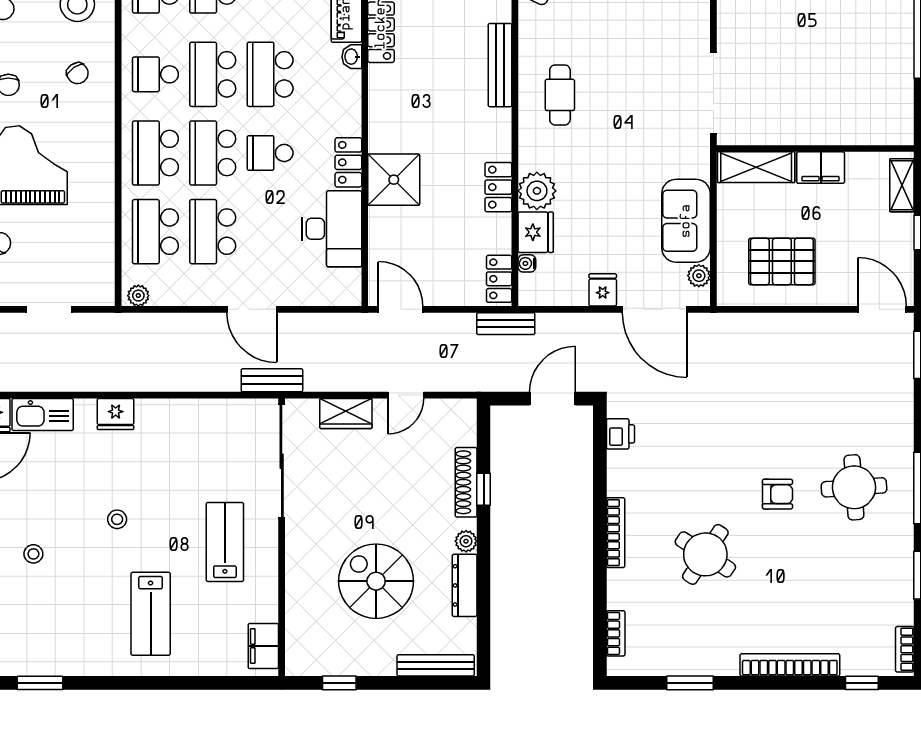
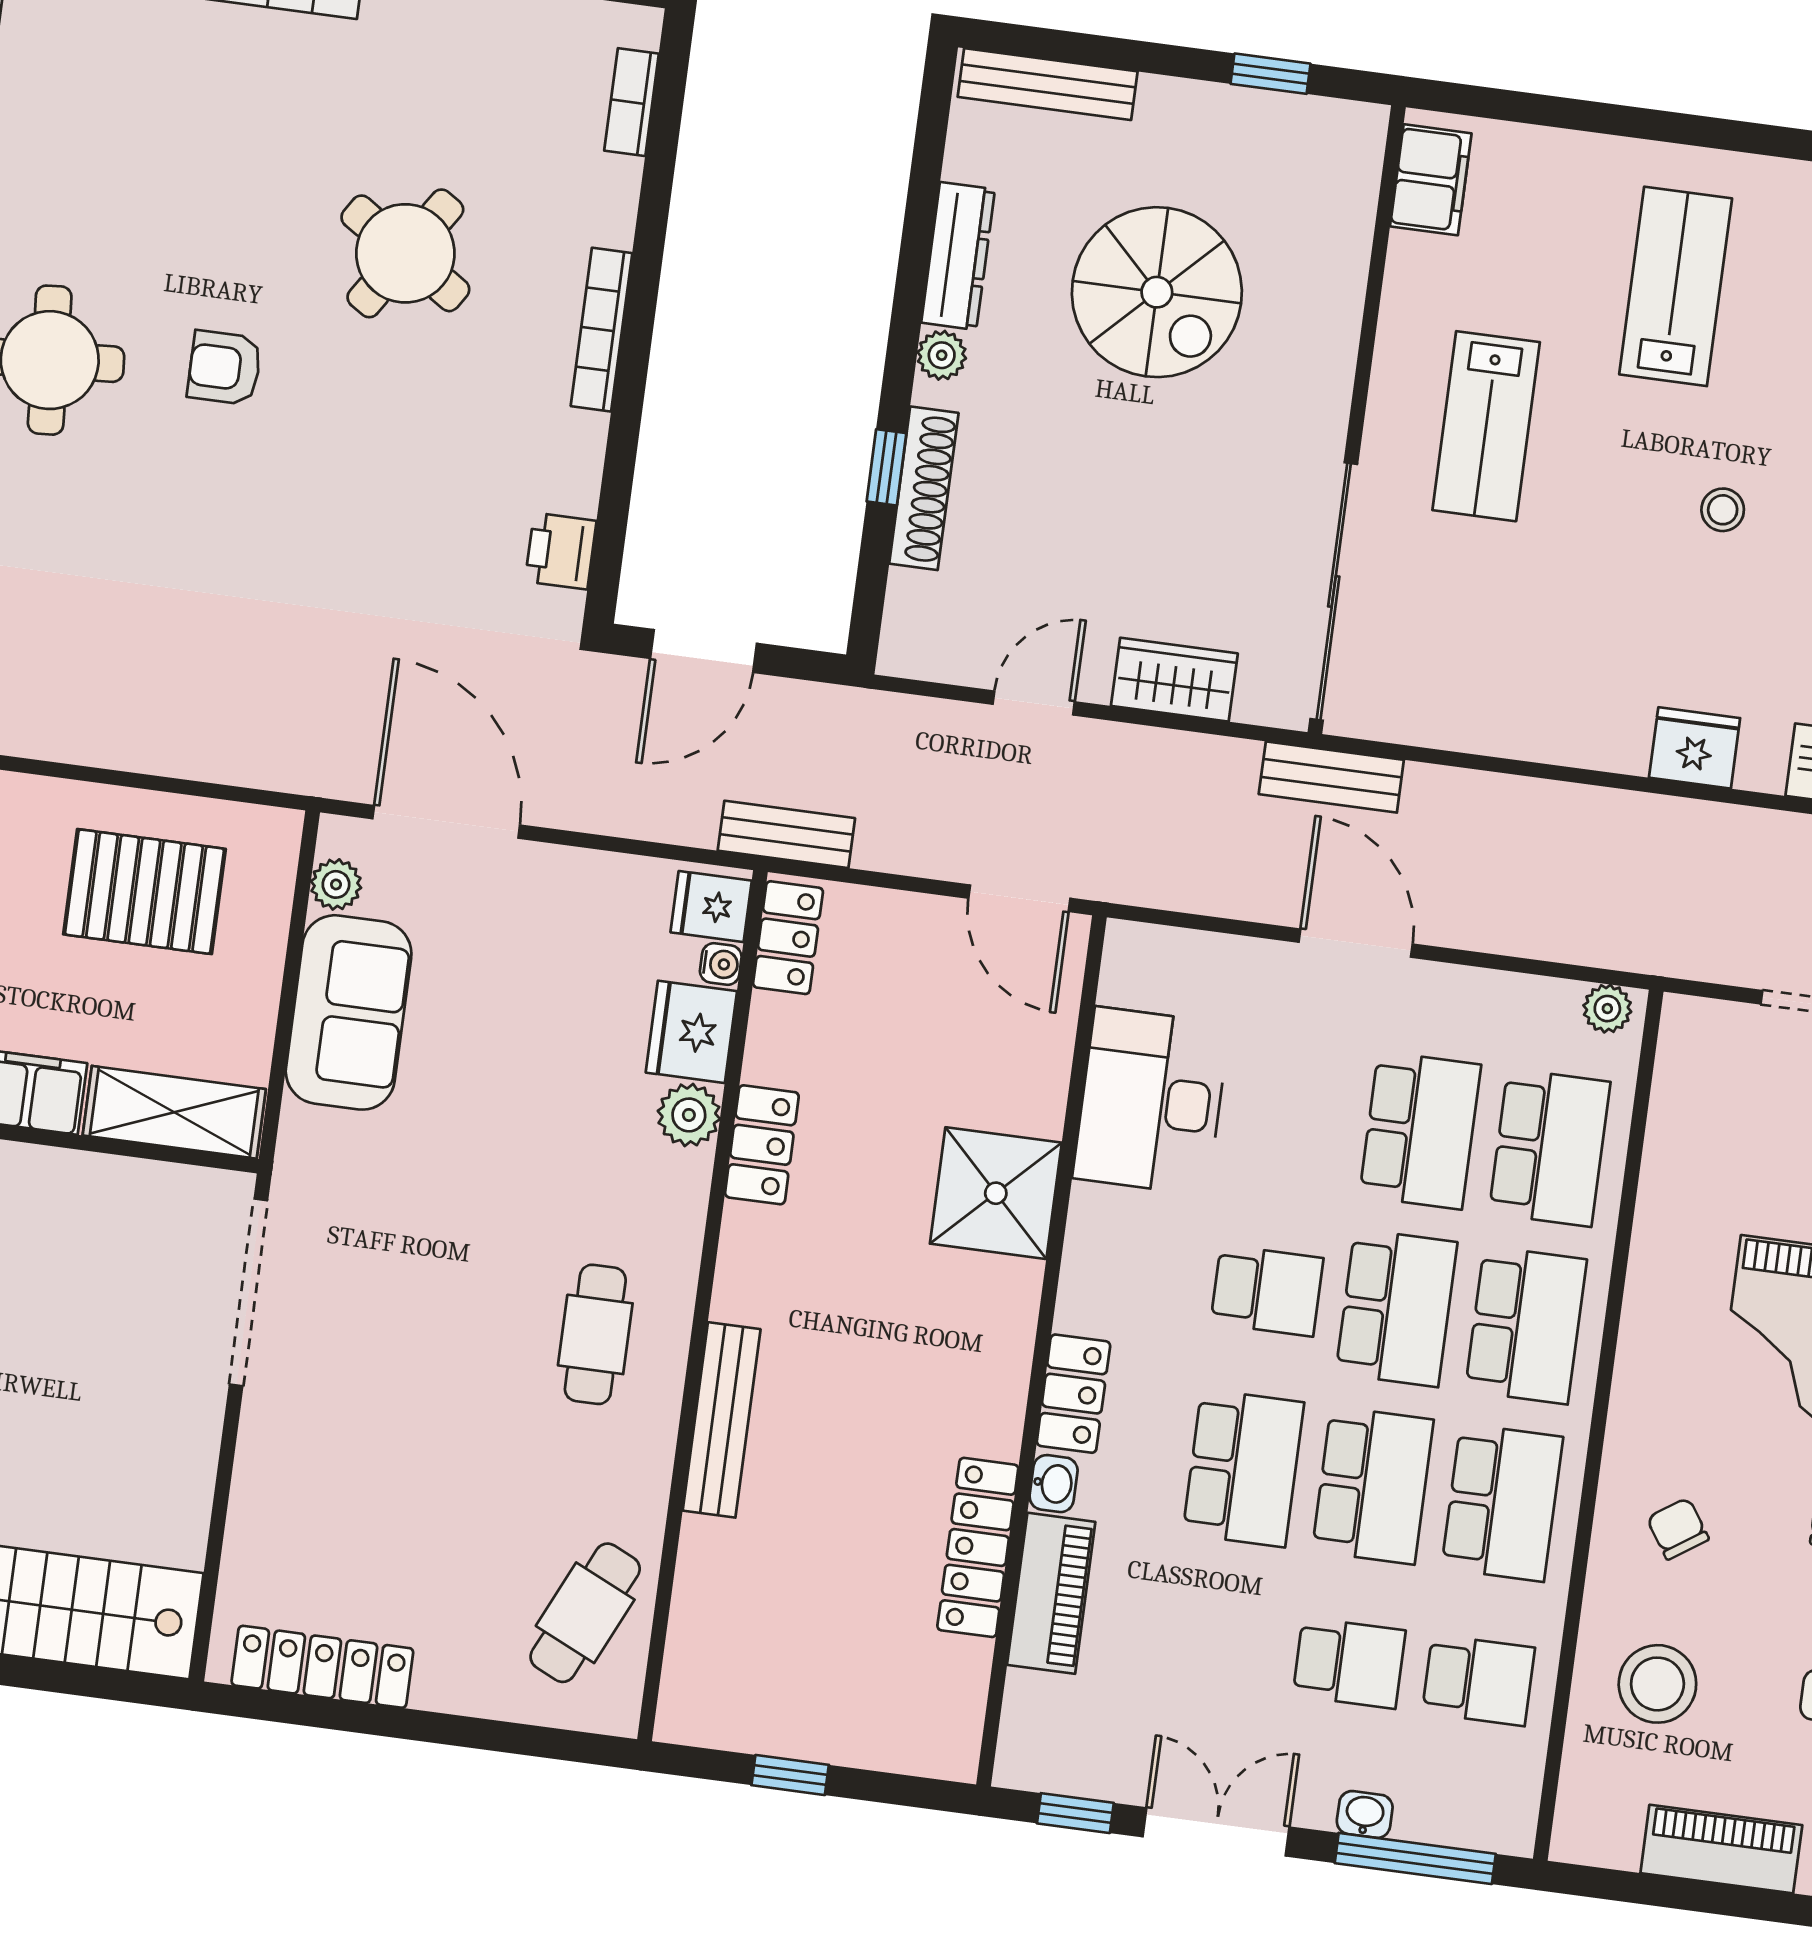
school desk: (155, 74) -> (1502, 1503), width x1.85
locker: (348, 162) -> (1073, 1394), moved
plant: (537, 191) -> (689, 1115), width x0.73, depth x0.73
fridge: (603, 290) -> (711, 907), moved, turned 90

